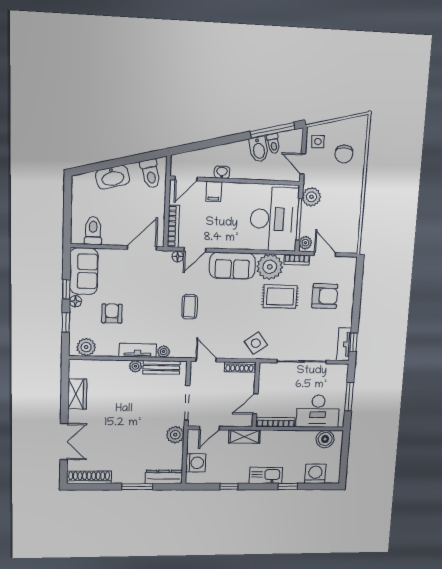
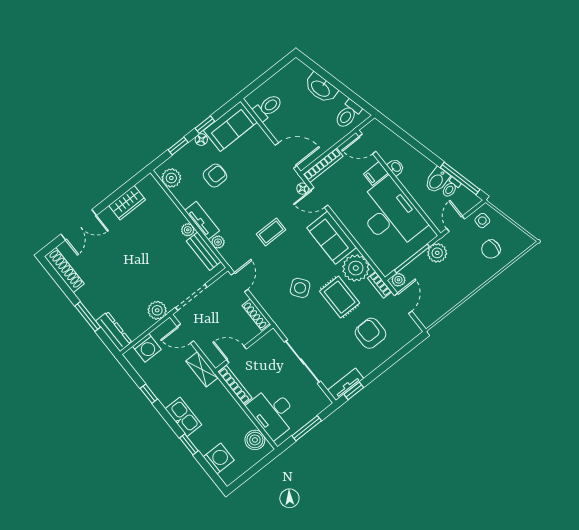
desk: (274, 219) -> (390, 215), moved, turned -90
armchair: (325, 296) -> (370, 333), turned 180
side table: (256, 343) -> (300, 288), moved

